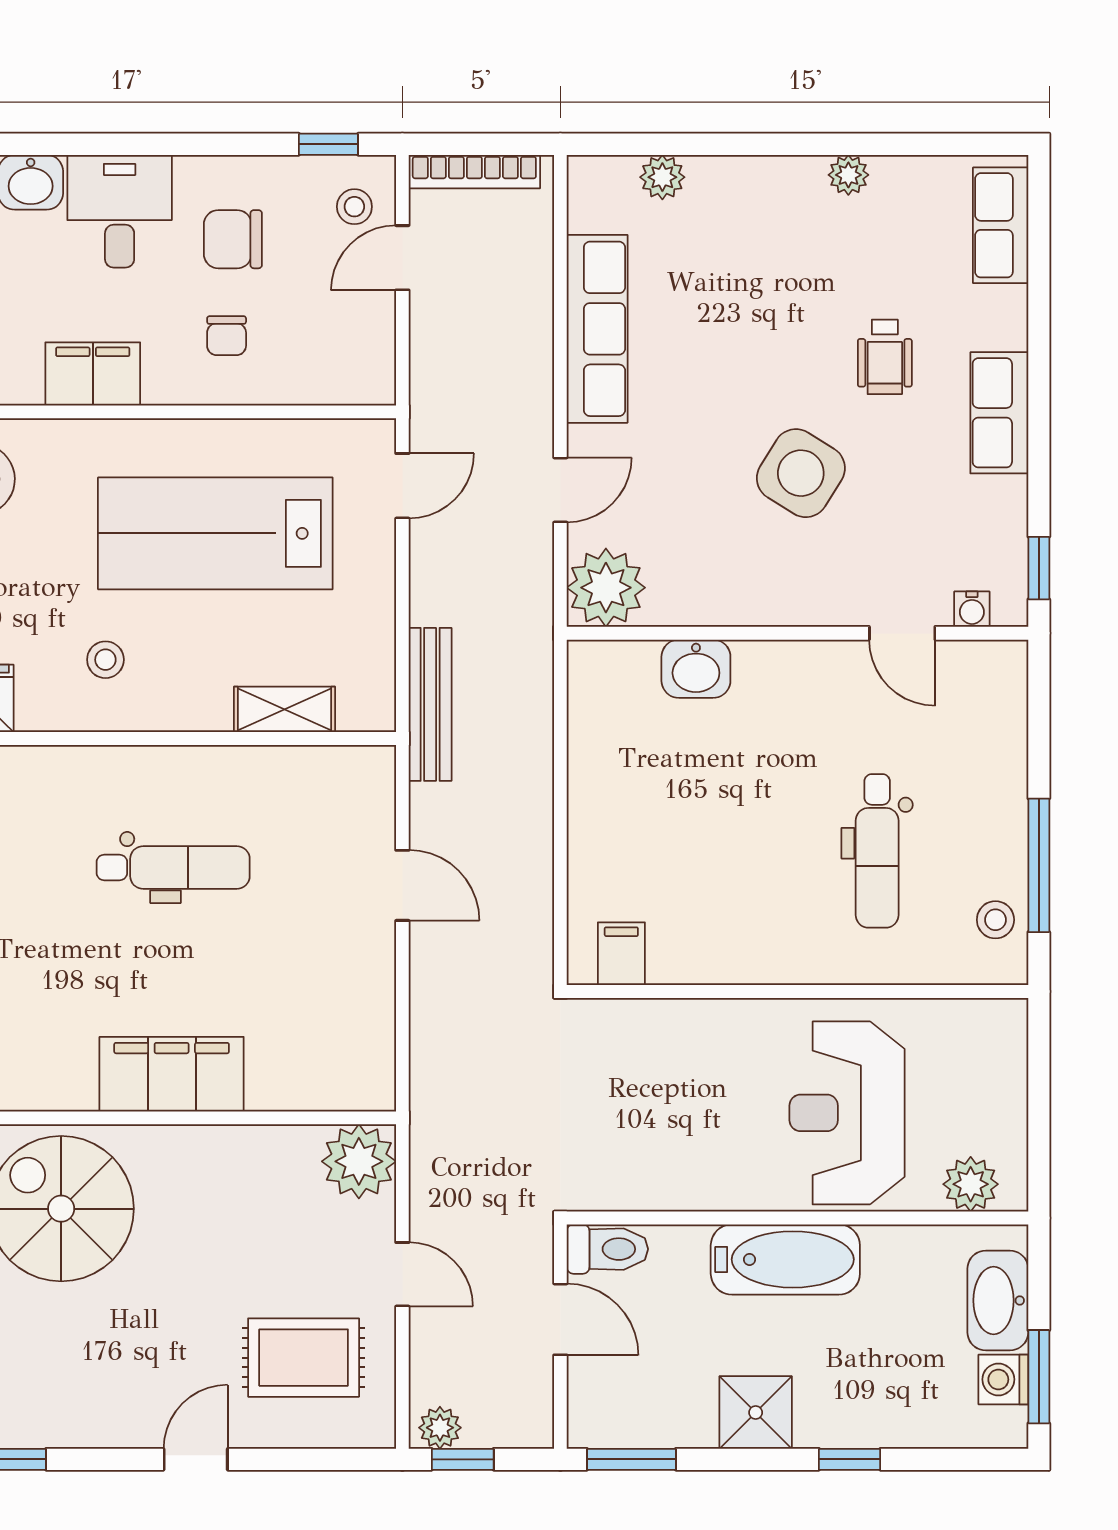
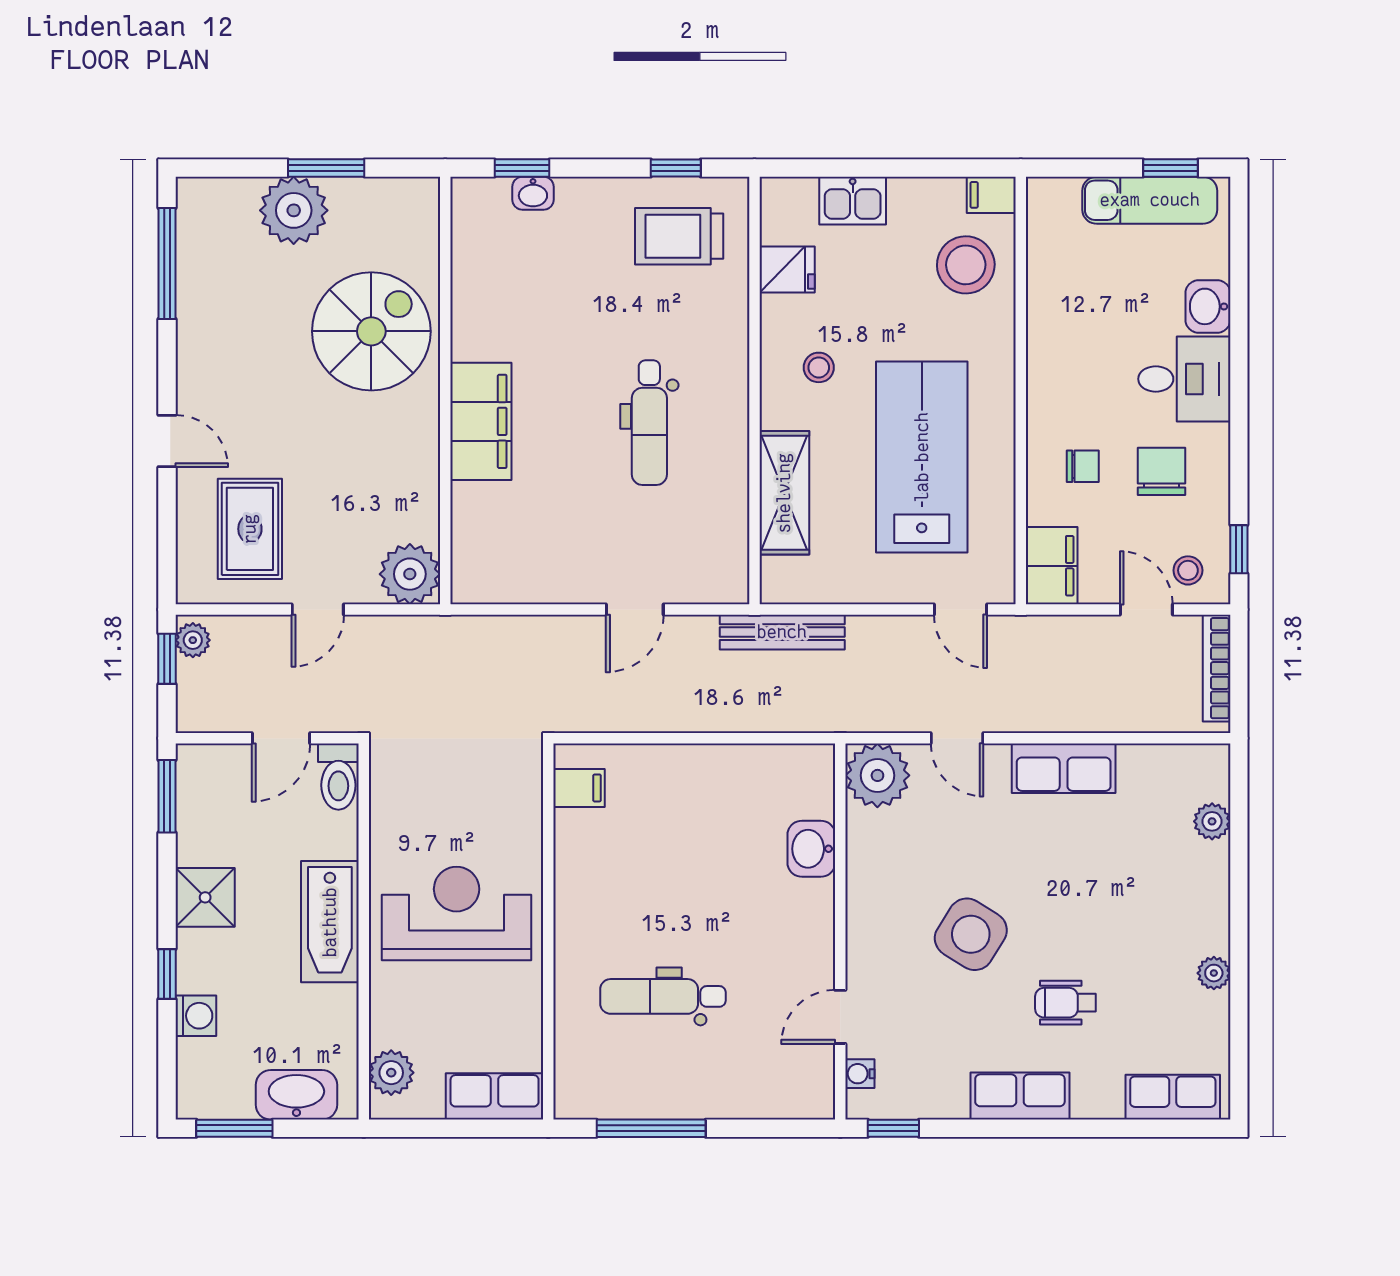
row of seats: (597, 329) -> (1064, 768), width x0.68
chair: (227, 336) -> (1083, 466), turned 180
filing cabinet: (93, 374) -> (1052, 566), moved
shelving: (285, 709) -> (784, 493), width x1.50, depth x1.33
stool: (995, 920) -> (607, 1093), removed
row of seats: (1000, 1057) -> (495, 1096), added
reception desk: (847, 1113) -> (457, 913), moved
washing machine: (1003, 1379) -> (196, 1016), moved, turned 90

